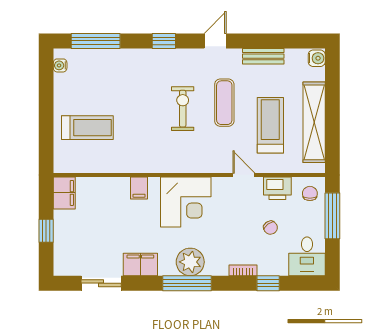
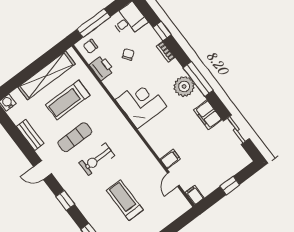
treadmill: (87, 128) -> (125, 200), moved
door: (244, 175) -> (173, 179), moved
filing cabinet: (139, 188) -> (170, 159), moved
filing cabinet: (64, 193) -> (195, 195), width x0.50
corner desk: (186, 202) -> (141, 103), moved

